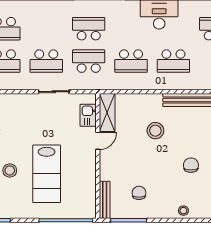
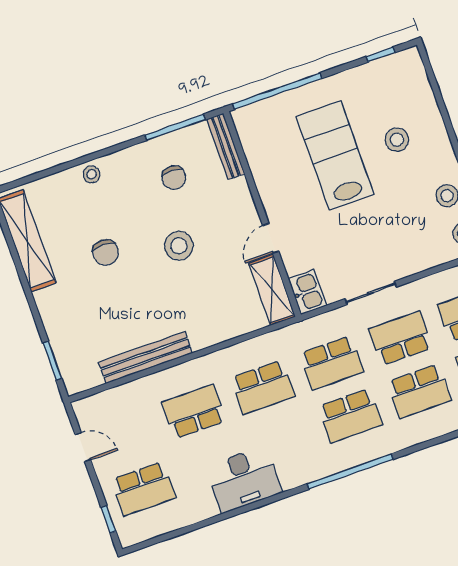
school desk: (46, 29) -> (419, 391), added
school desk: (131, 61) -> (263, 387), turned 180
kitchen sink: (88, 115) -> (307, 292), moved
stool: (155, 131) -> (179, 246), moved

